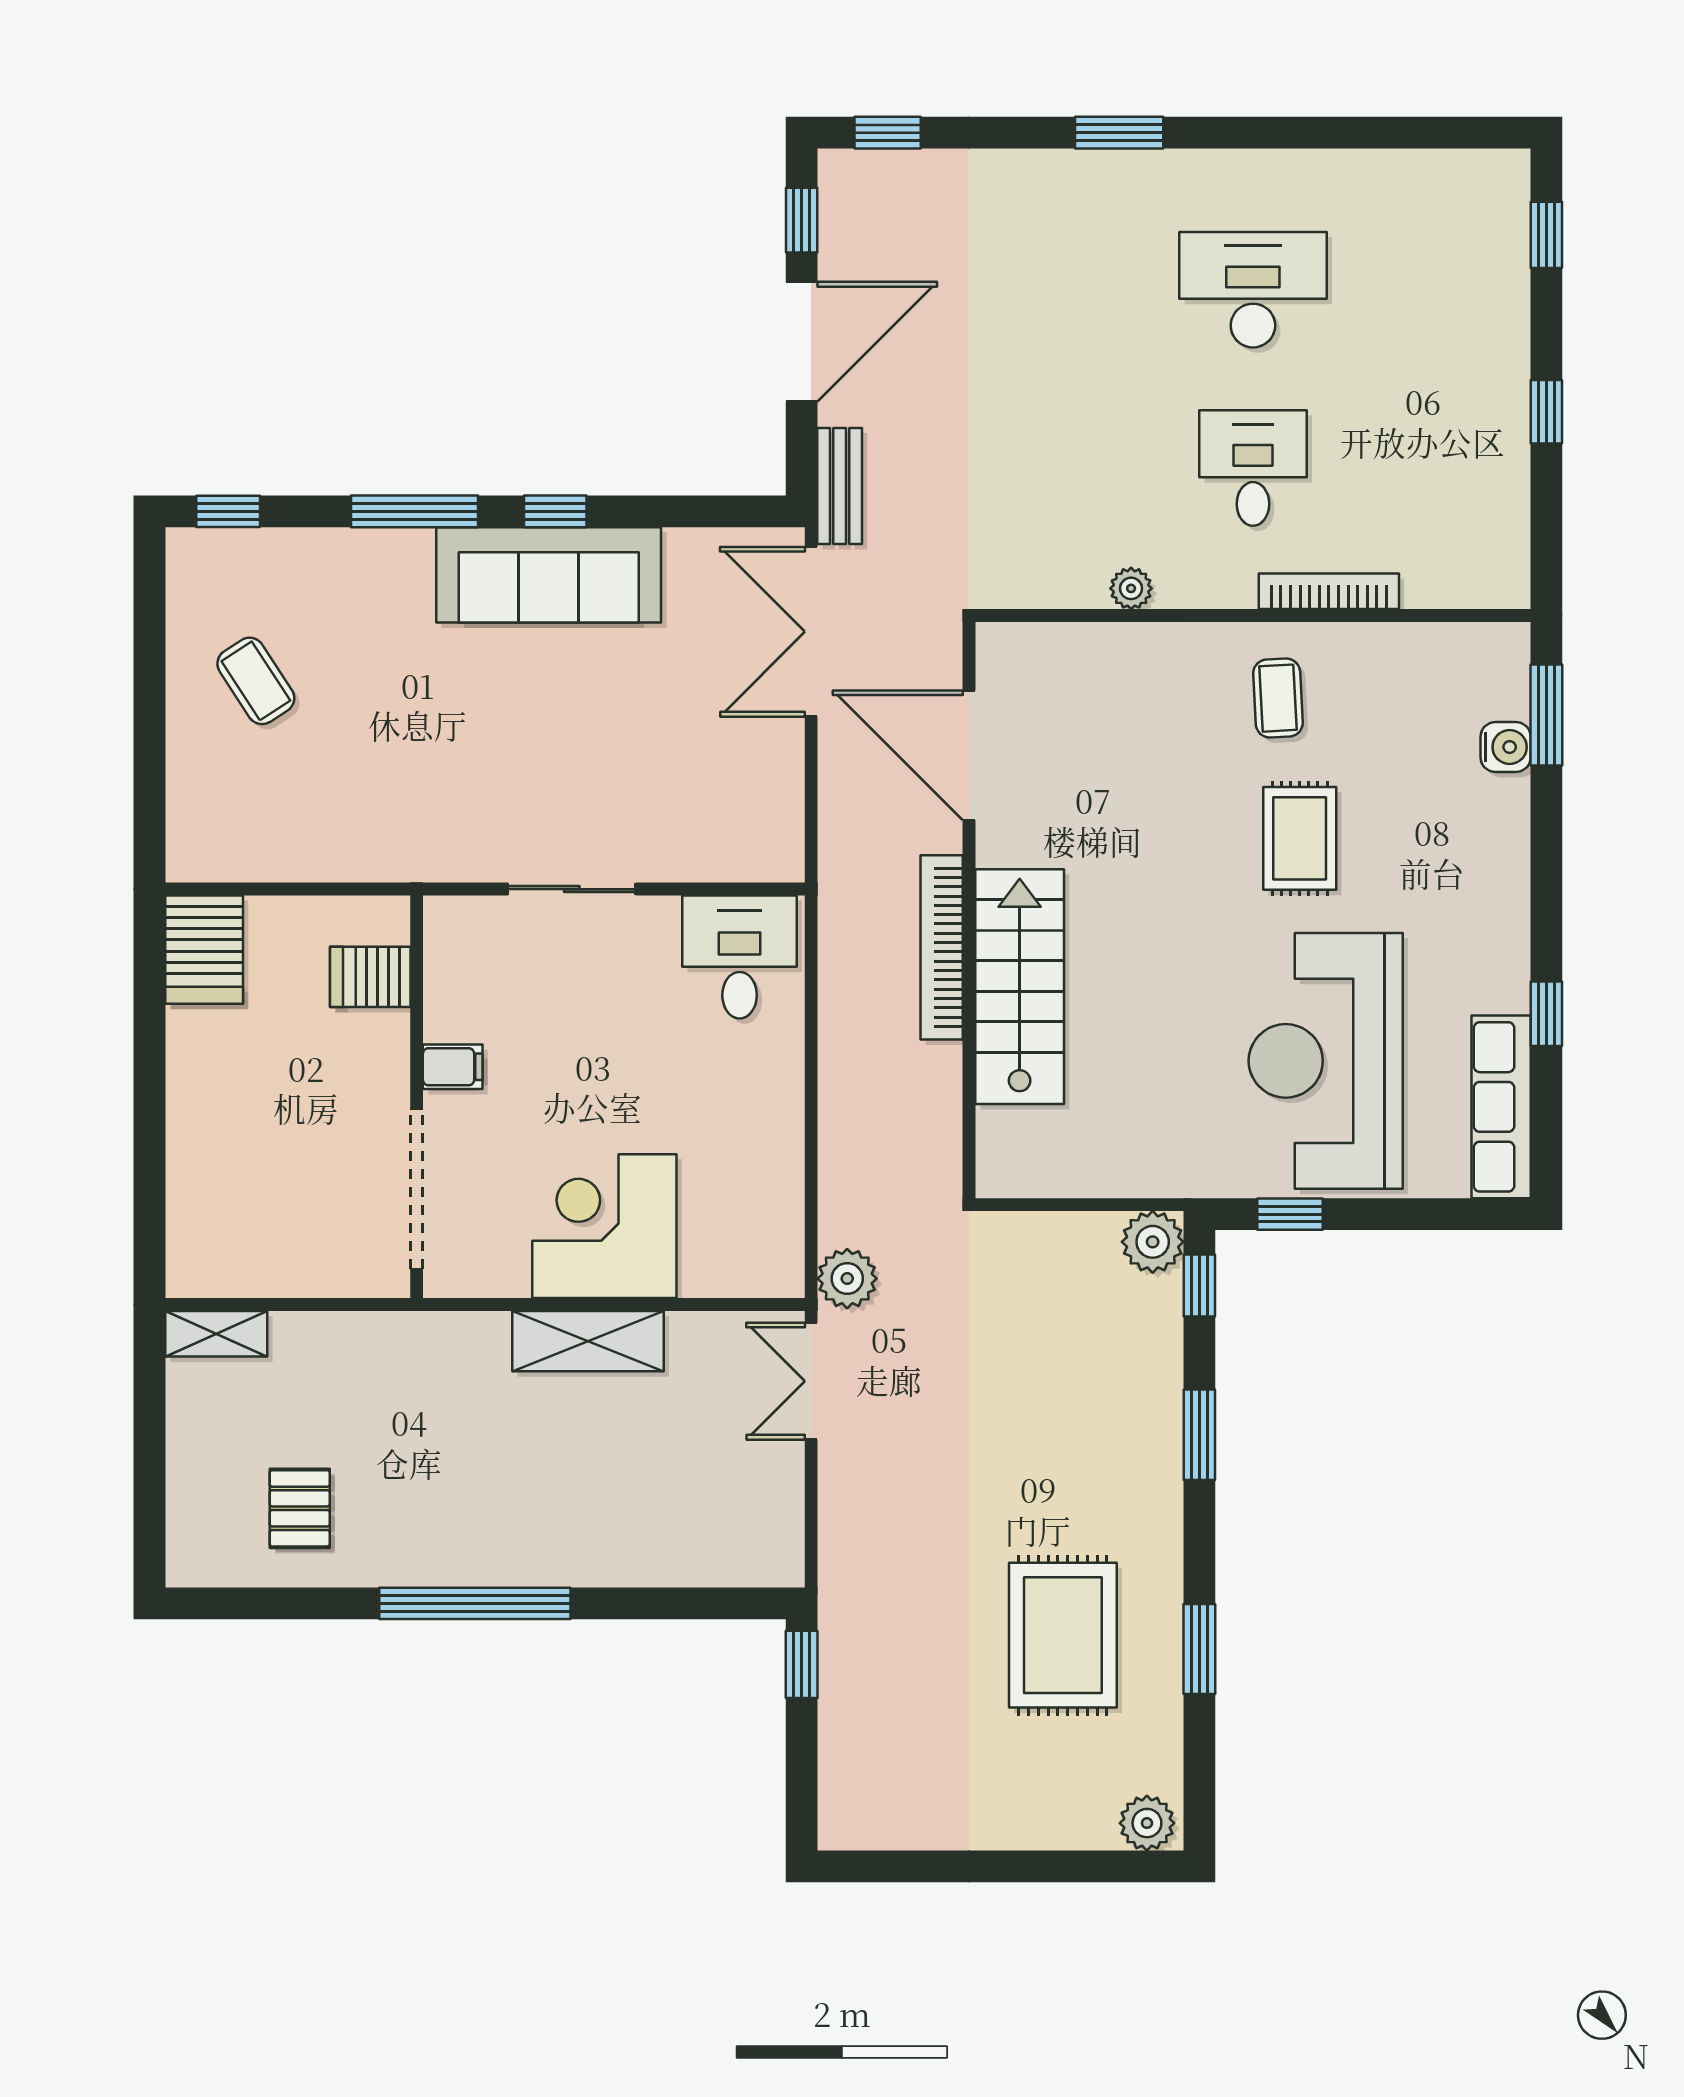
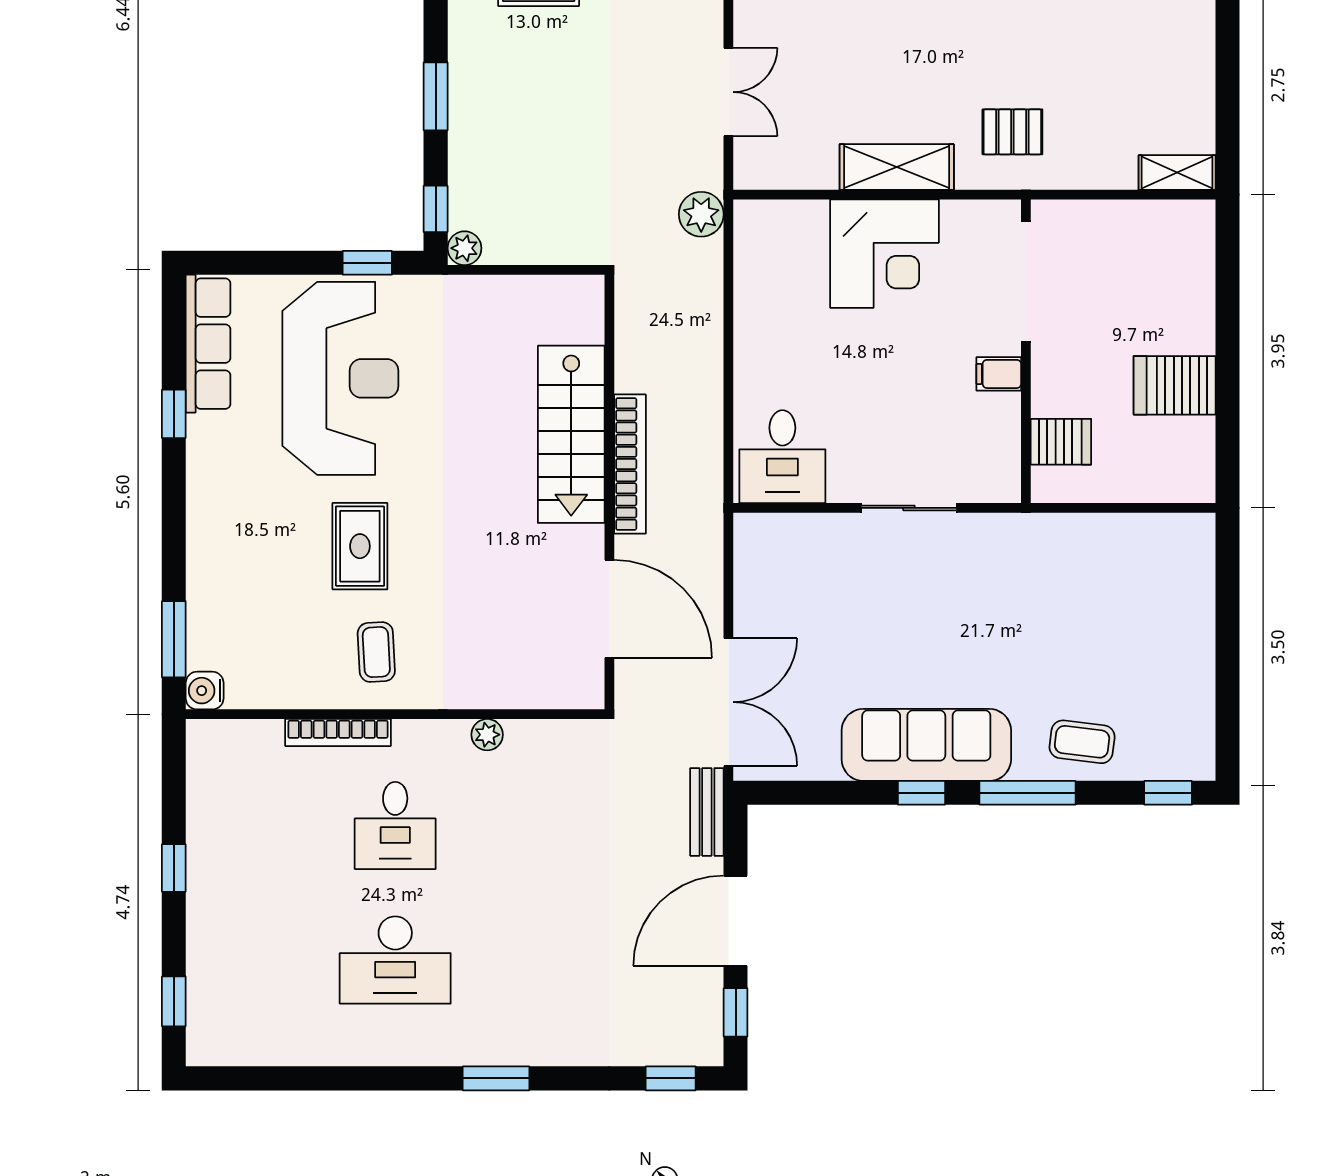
coffee table: (256, 681) -> (1082, 742), moved, turned -50
water cooler: (1506, 747) -> (205, 691), moved
server rack: (204, 950) -> (1175, 385), moved, turned -90
plant: (1153, 1242) -> (465, 248), width x0.73, depth x0.73
double door: (811, 1381) -> (728, 92), moved
pallet: (300, 1508) -> (1012, 132), moved, turned 90

